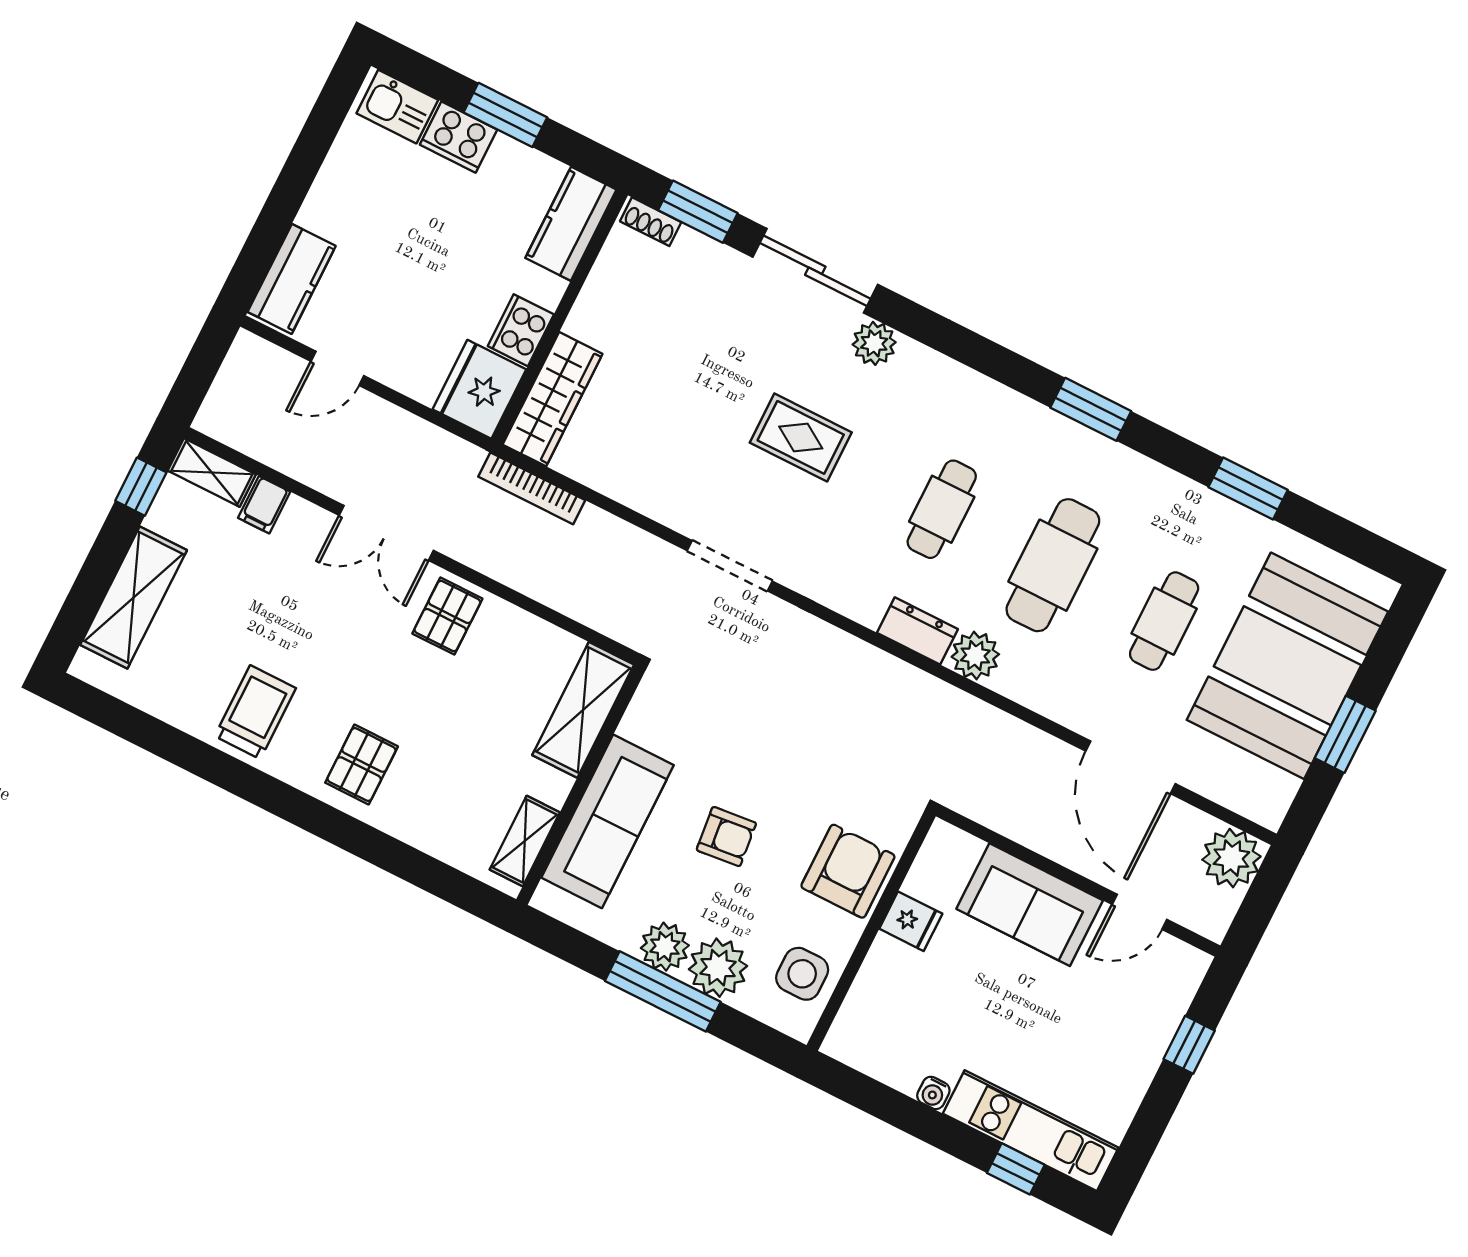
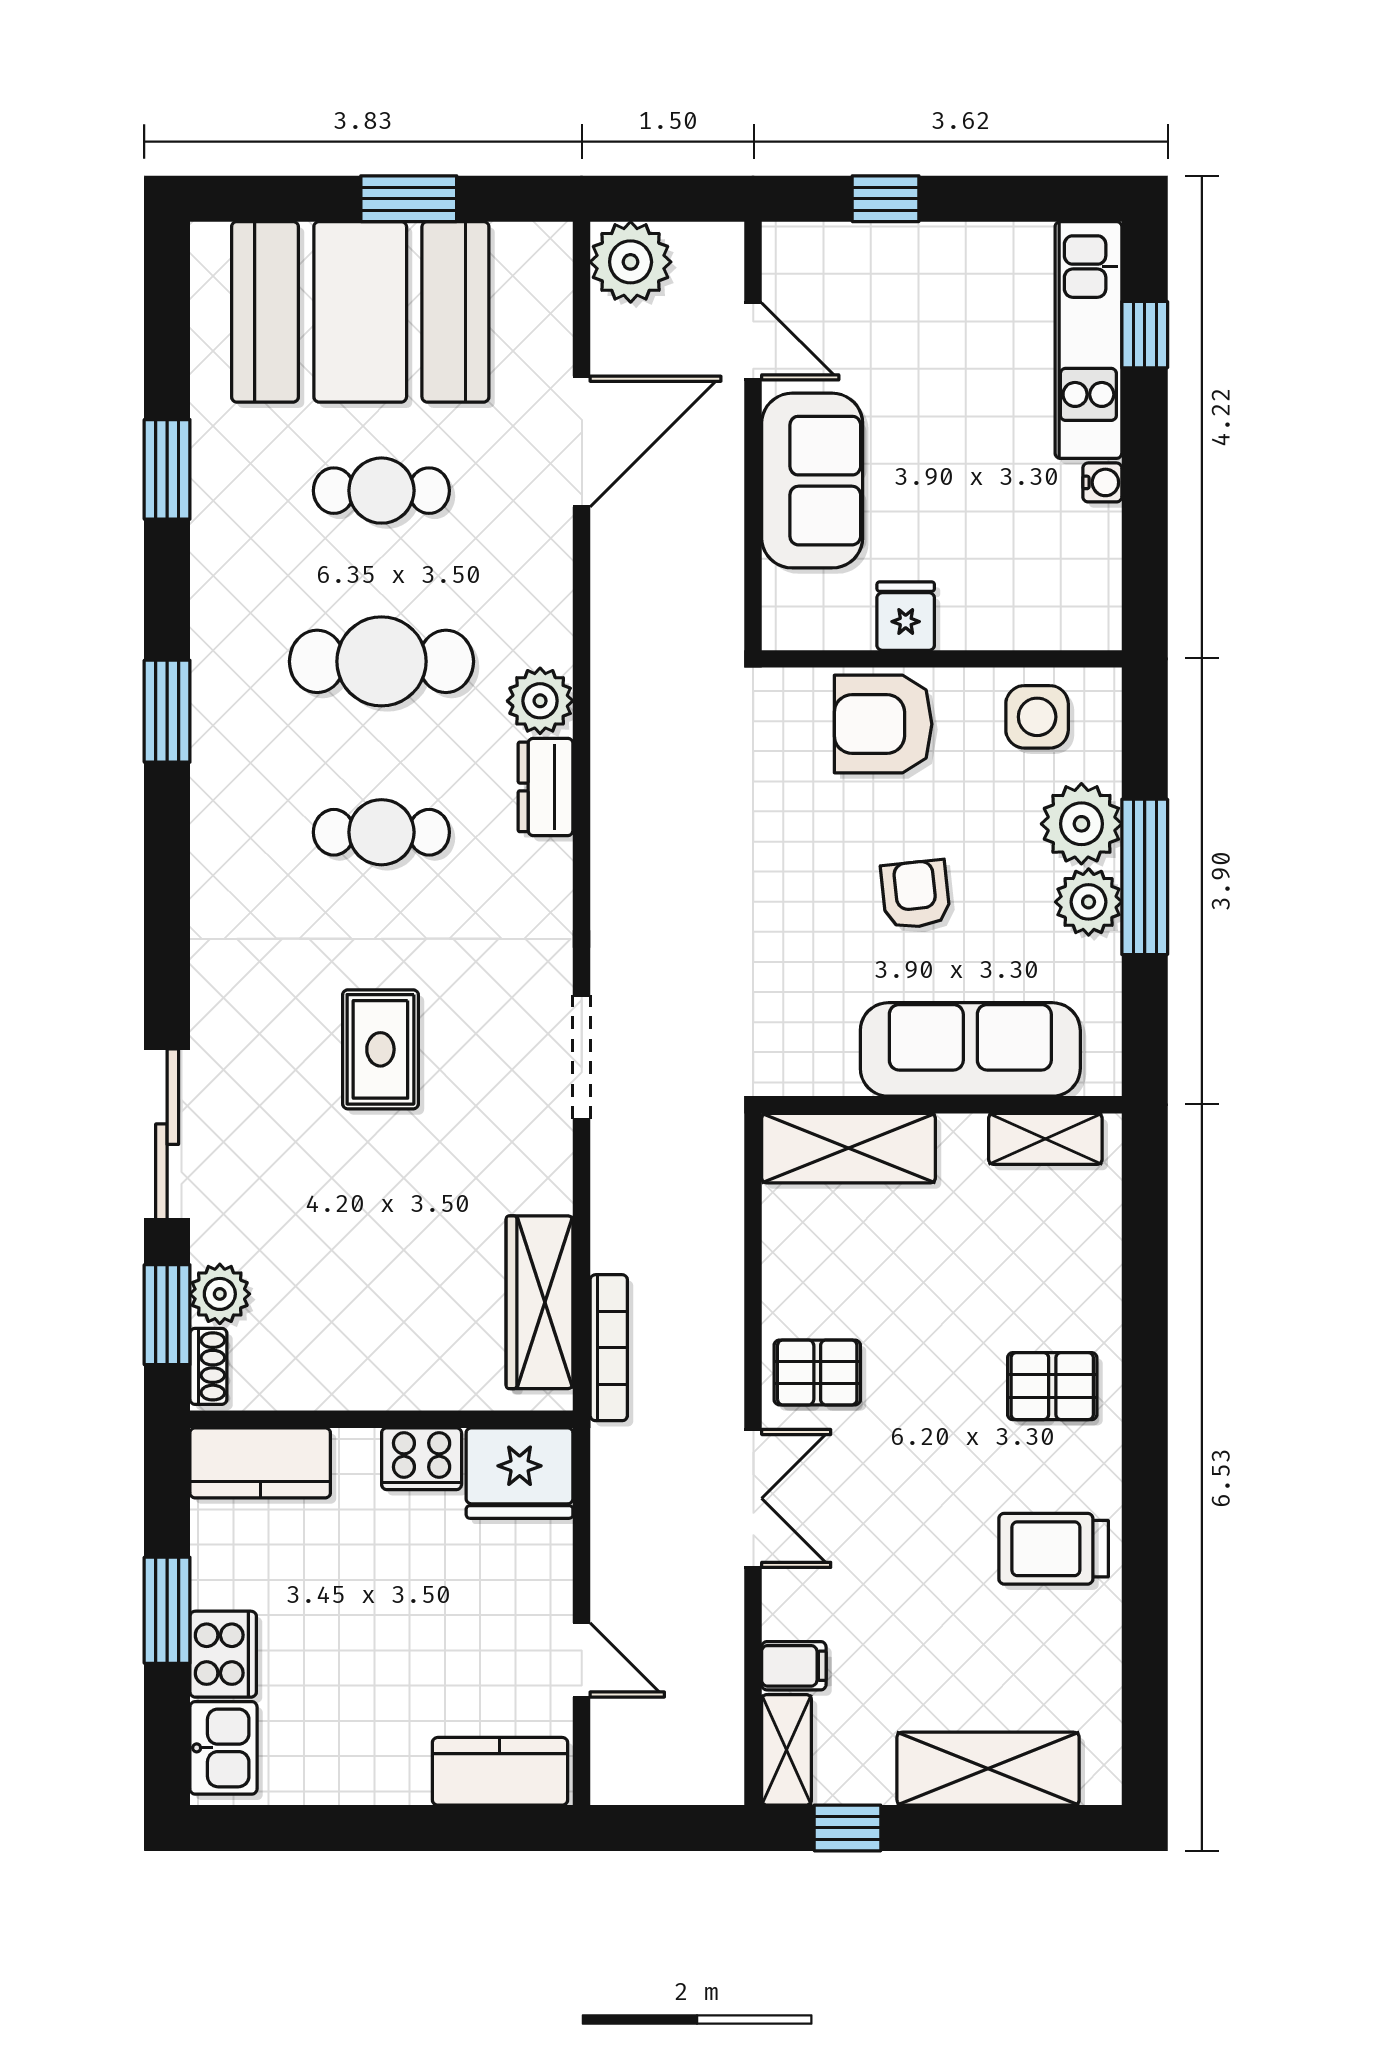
plant: (874, 343) -> (220, 1294), moved
wardrobe: (553, 399) -> (540, 1302), moved, turned -90

